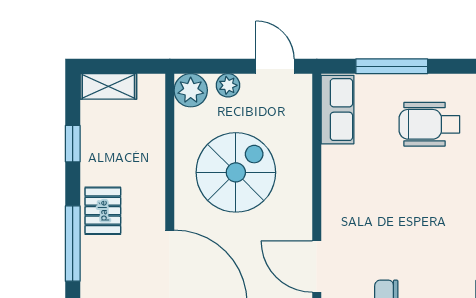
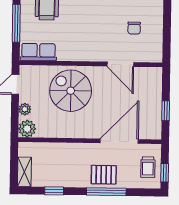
spiral stairs: (236, 172) -> (71, 91), moved
pallet: (103, 211) -> (104, 175), moved
door: (317, 267) -> (120, 64), hinge flipped

